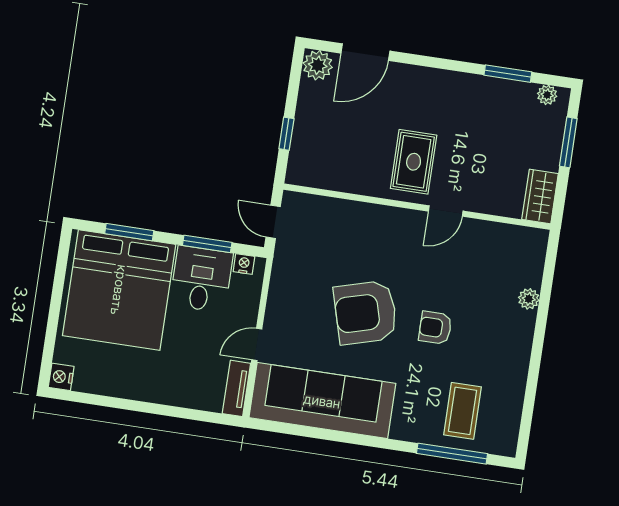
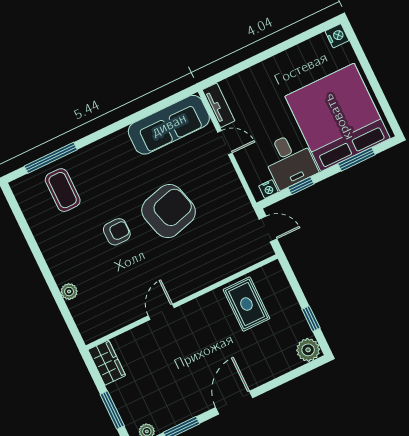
door: (365, 52) -> (234, 403), moved
window: (286, 134) -> (311, 319), moved
rug: (414, 162) -> (246, 304), moved
window: (207, 244) -> (301, 186), width x0.67
door: (257, 344) -> (225, 143), hinge flipped
sofa: (322, 401) -> (169, 125), width x0.74, depth x0.79

